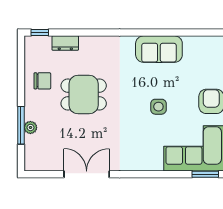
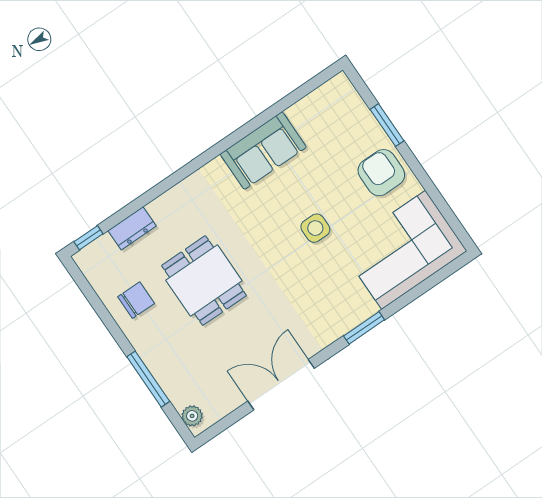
dining table: (84, 95) -> (204, 281), turned 90
plant: (30, 127) -> (192, 416), moved
window: (205, 174) -> (364, 328), moved

